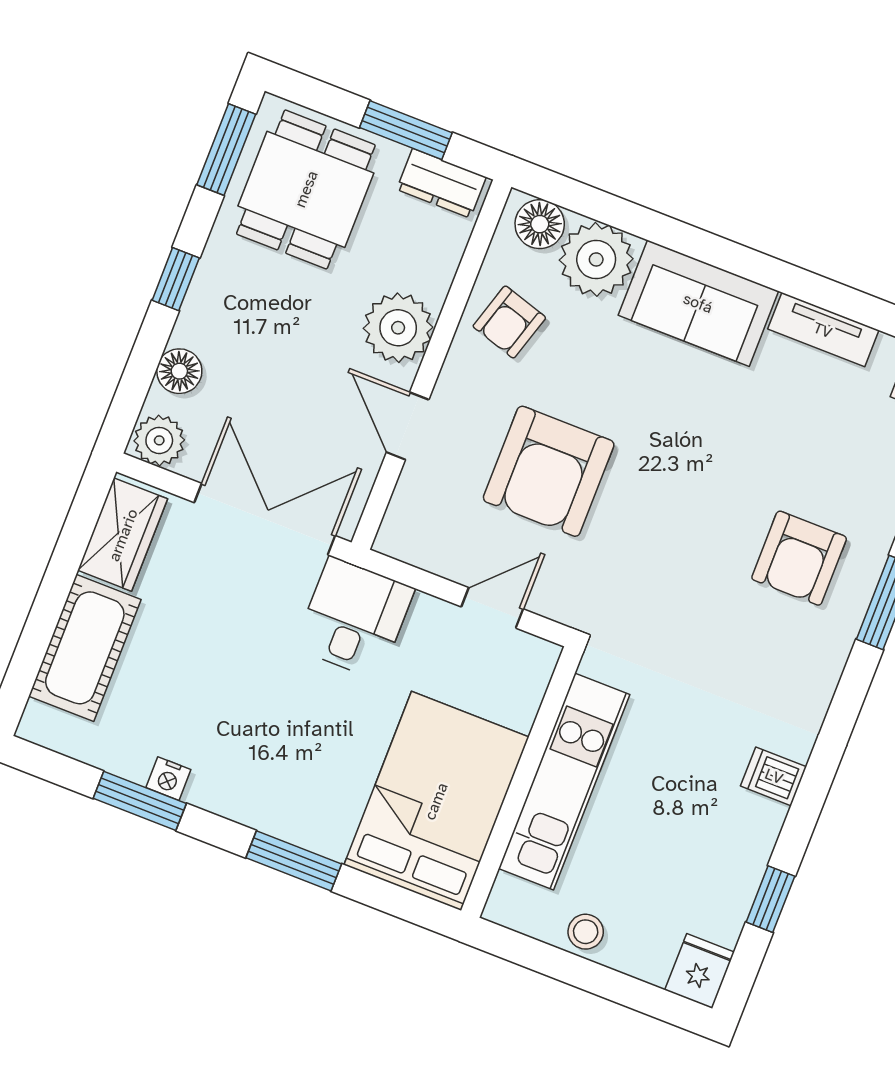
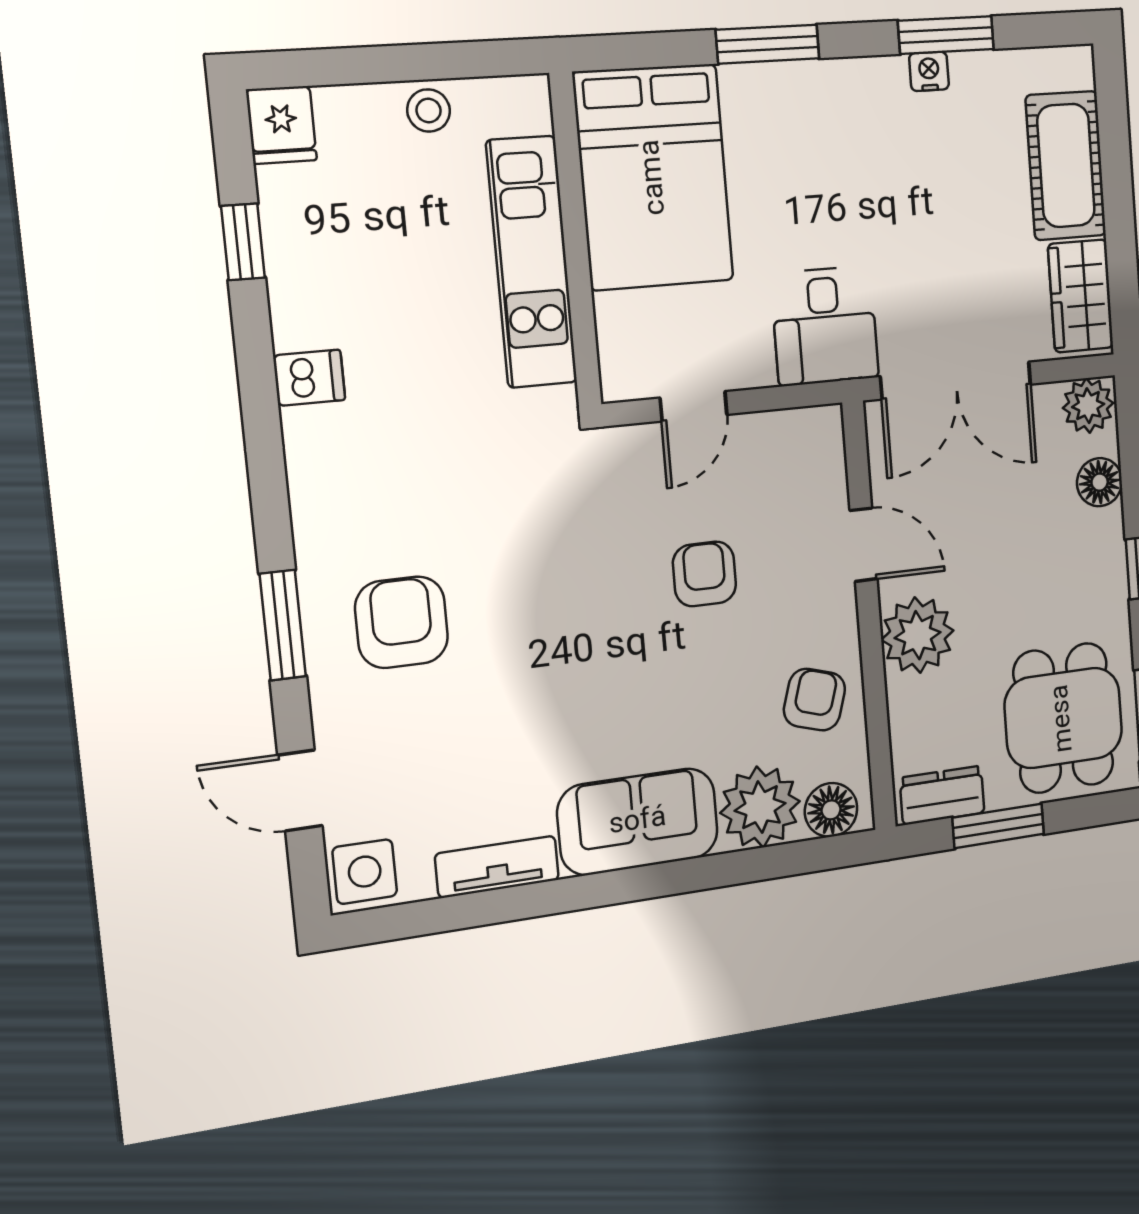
armchair: (549, 471) -> (704, 574), width x0.53, depth x0.53

